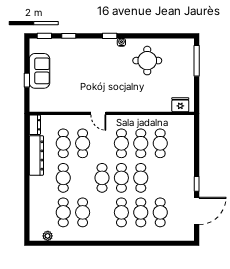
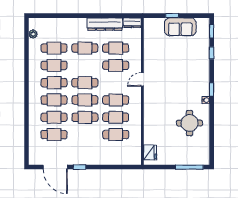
cafe table: (102, 212) -> (54, 83), added

